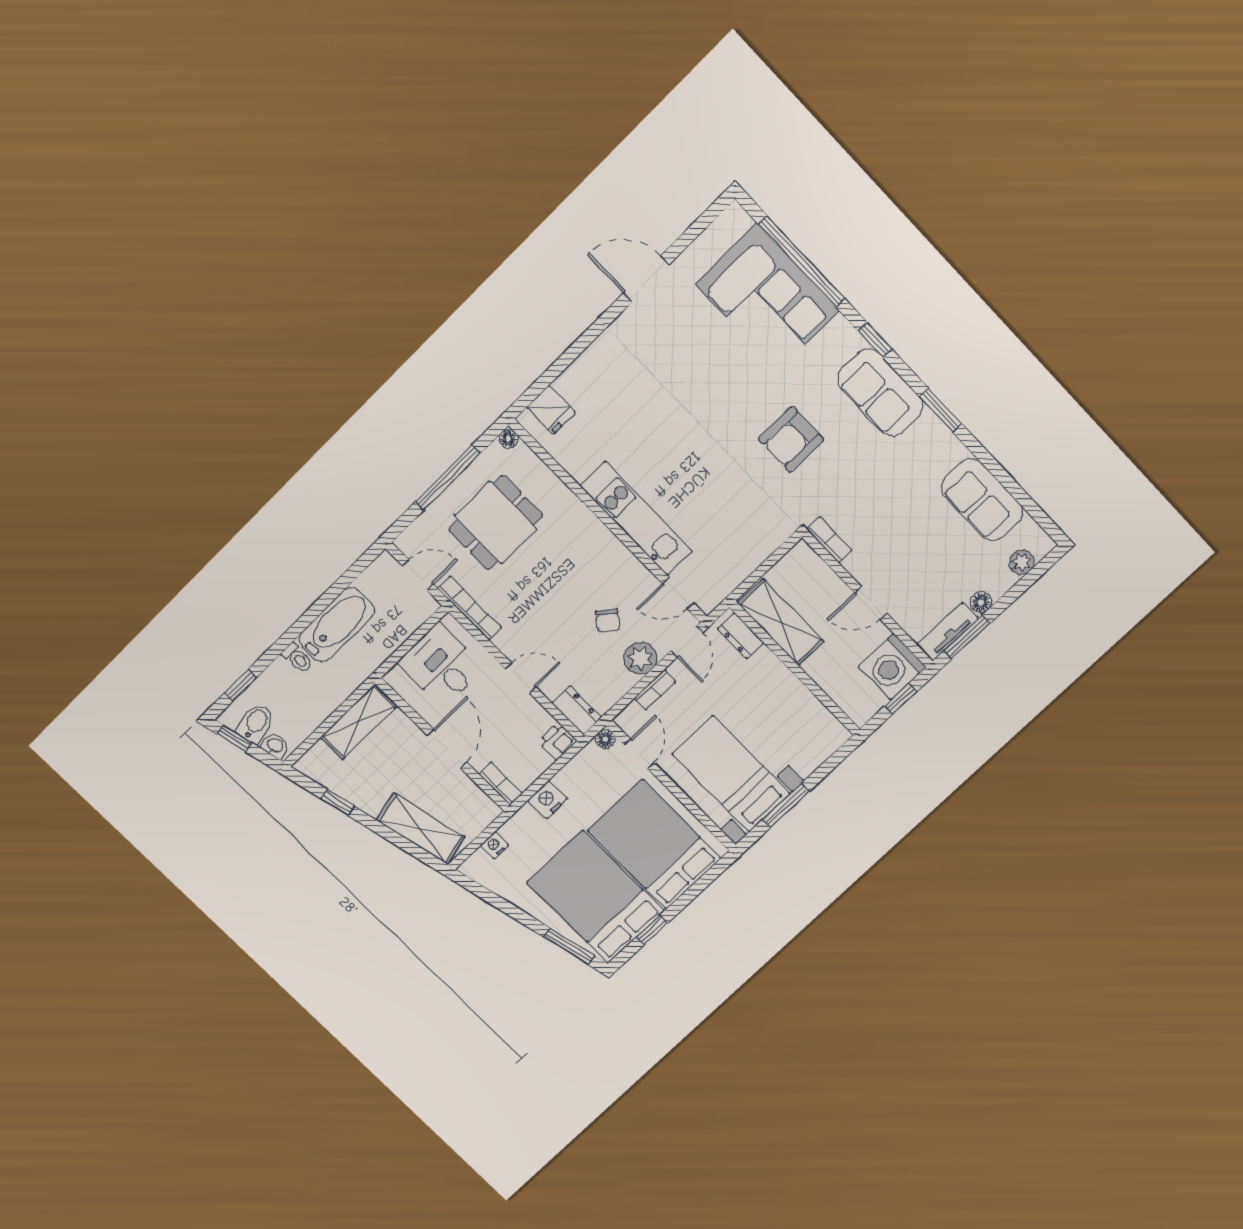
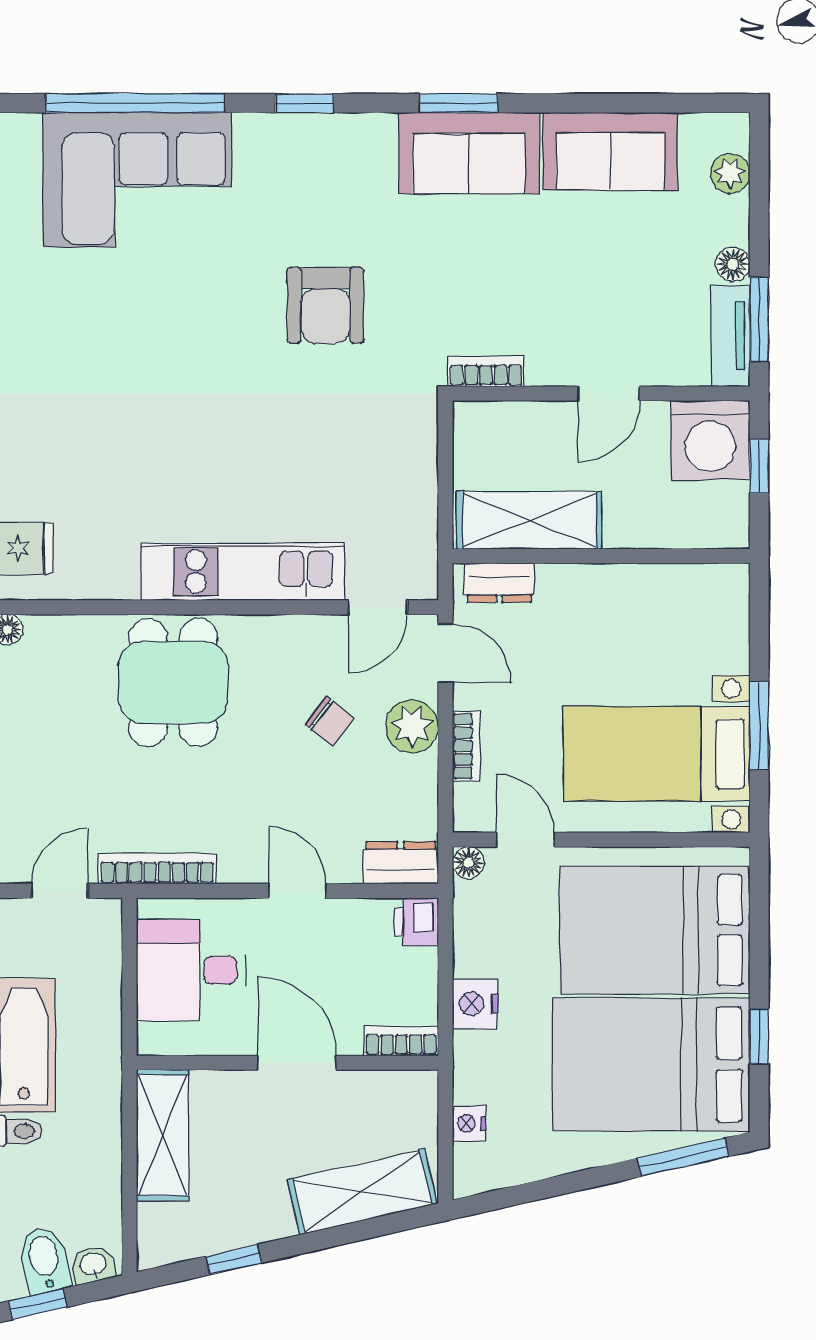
sofa: (880, 393) -> (469, 153), moved
dining table: (496, 523) -> (173, 683), moved
door: (520, 678) -> (297, 891), hinge flipped

